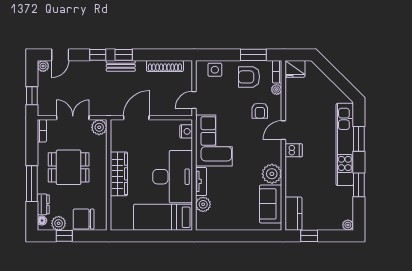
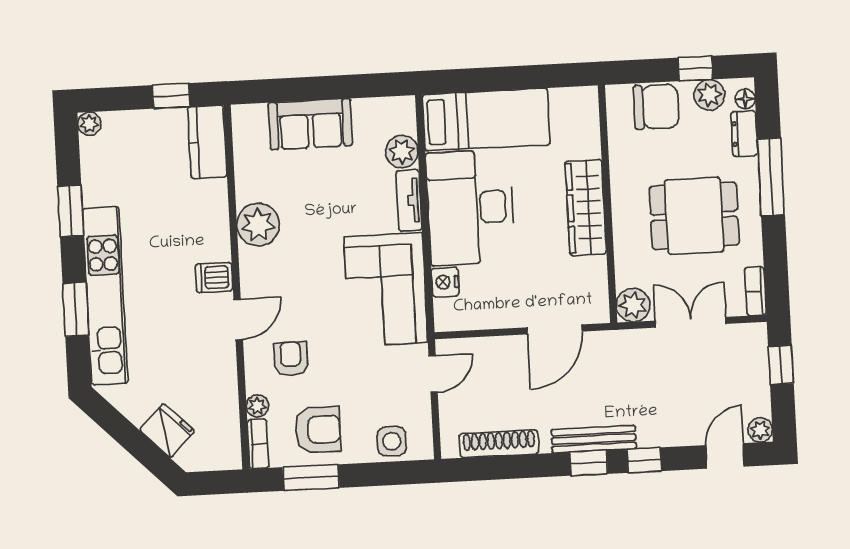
bench: (121, 66) -> (594, 439), width x1.36
fridge: (295, 69) -> (167, 431), moved, turned 45
double door: (73, 118) -> (691, 322), swing flipped
nightstand: (186, 131) -> (445, 282), moved
sofa: (271, 204) -> (310, 124), moved, turned 90

